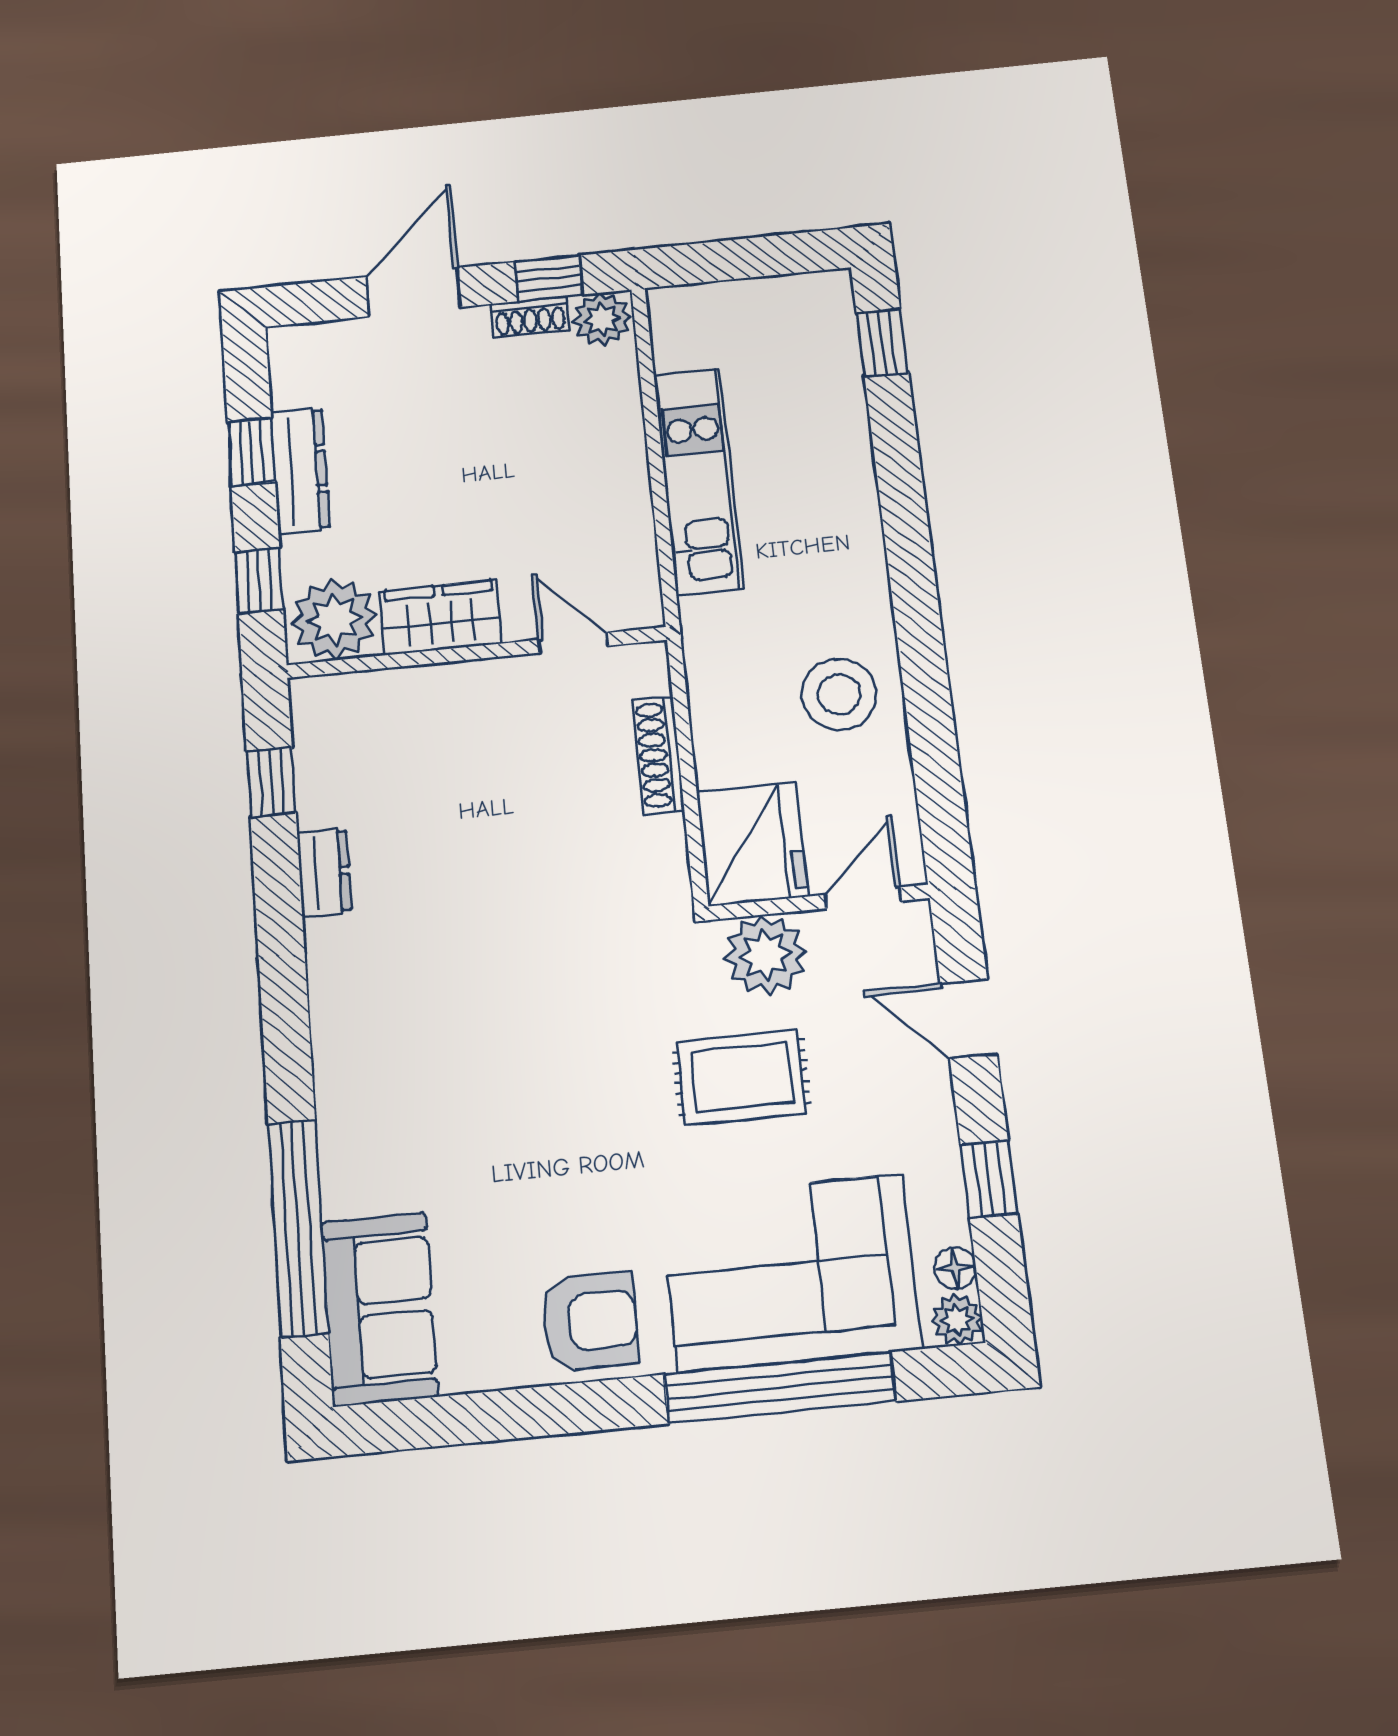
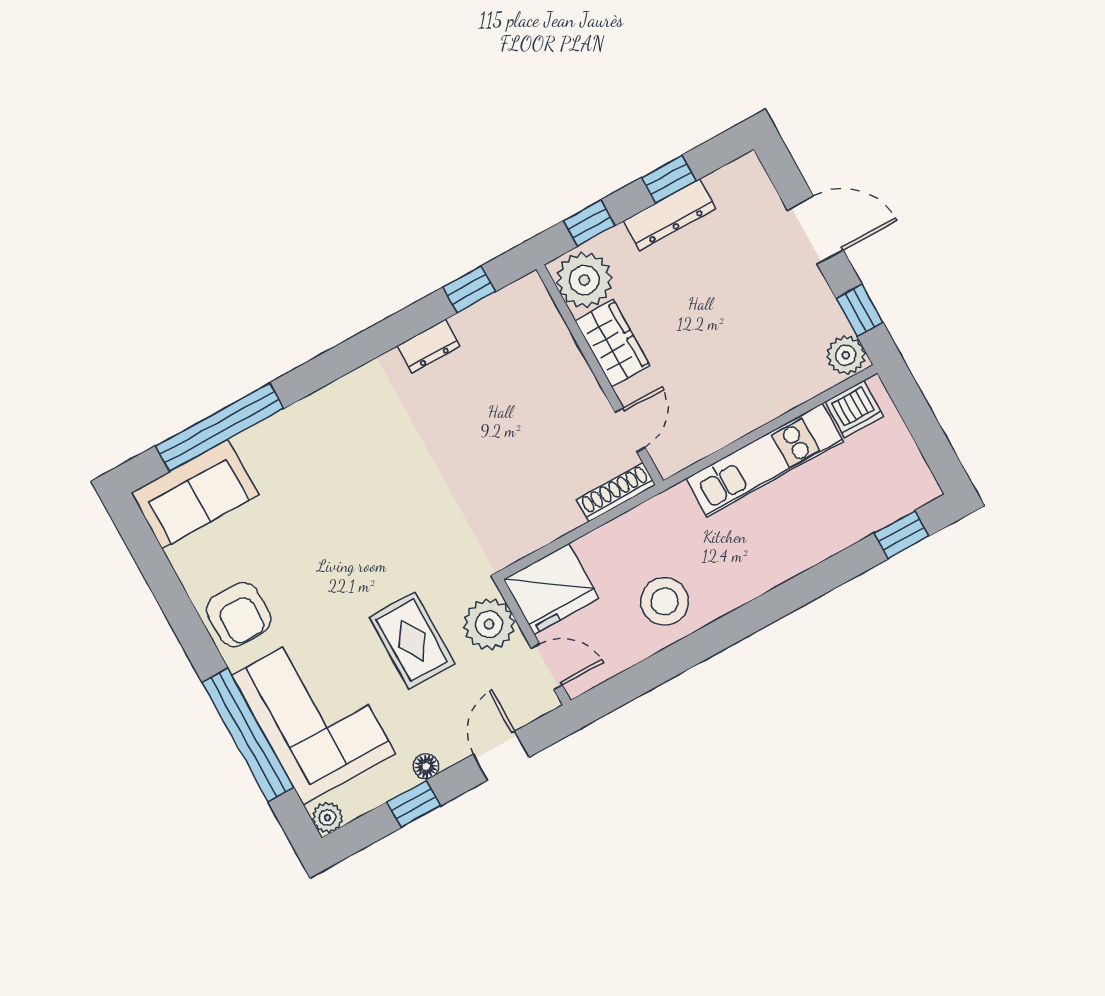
shoe rack: (530, 317) -> (829, 310), removed
dishwasher: (681, 337) -> (854, 409), added
shoe rack: (658, 755) -> (616, 492), moved
floor lamp: (955, 1268) -> (426, 766), moved

